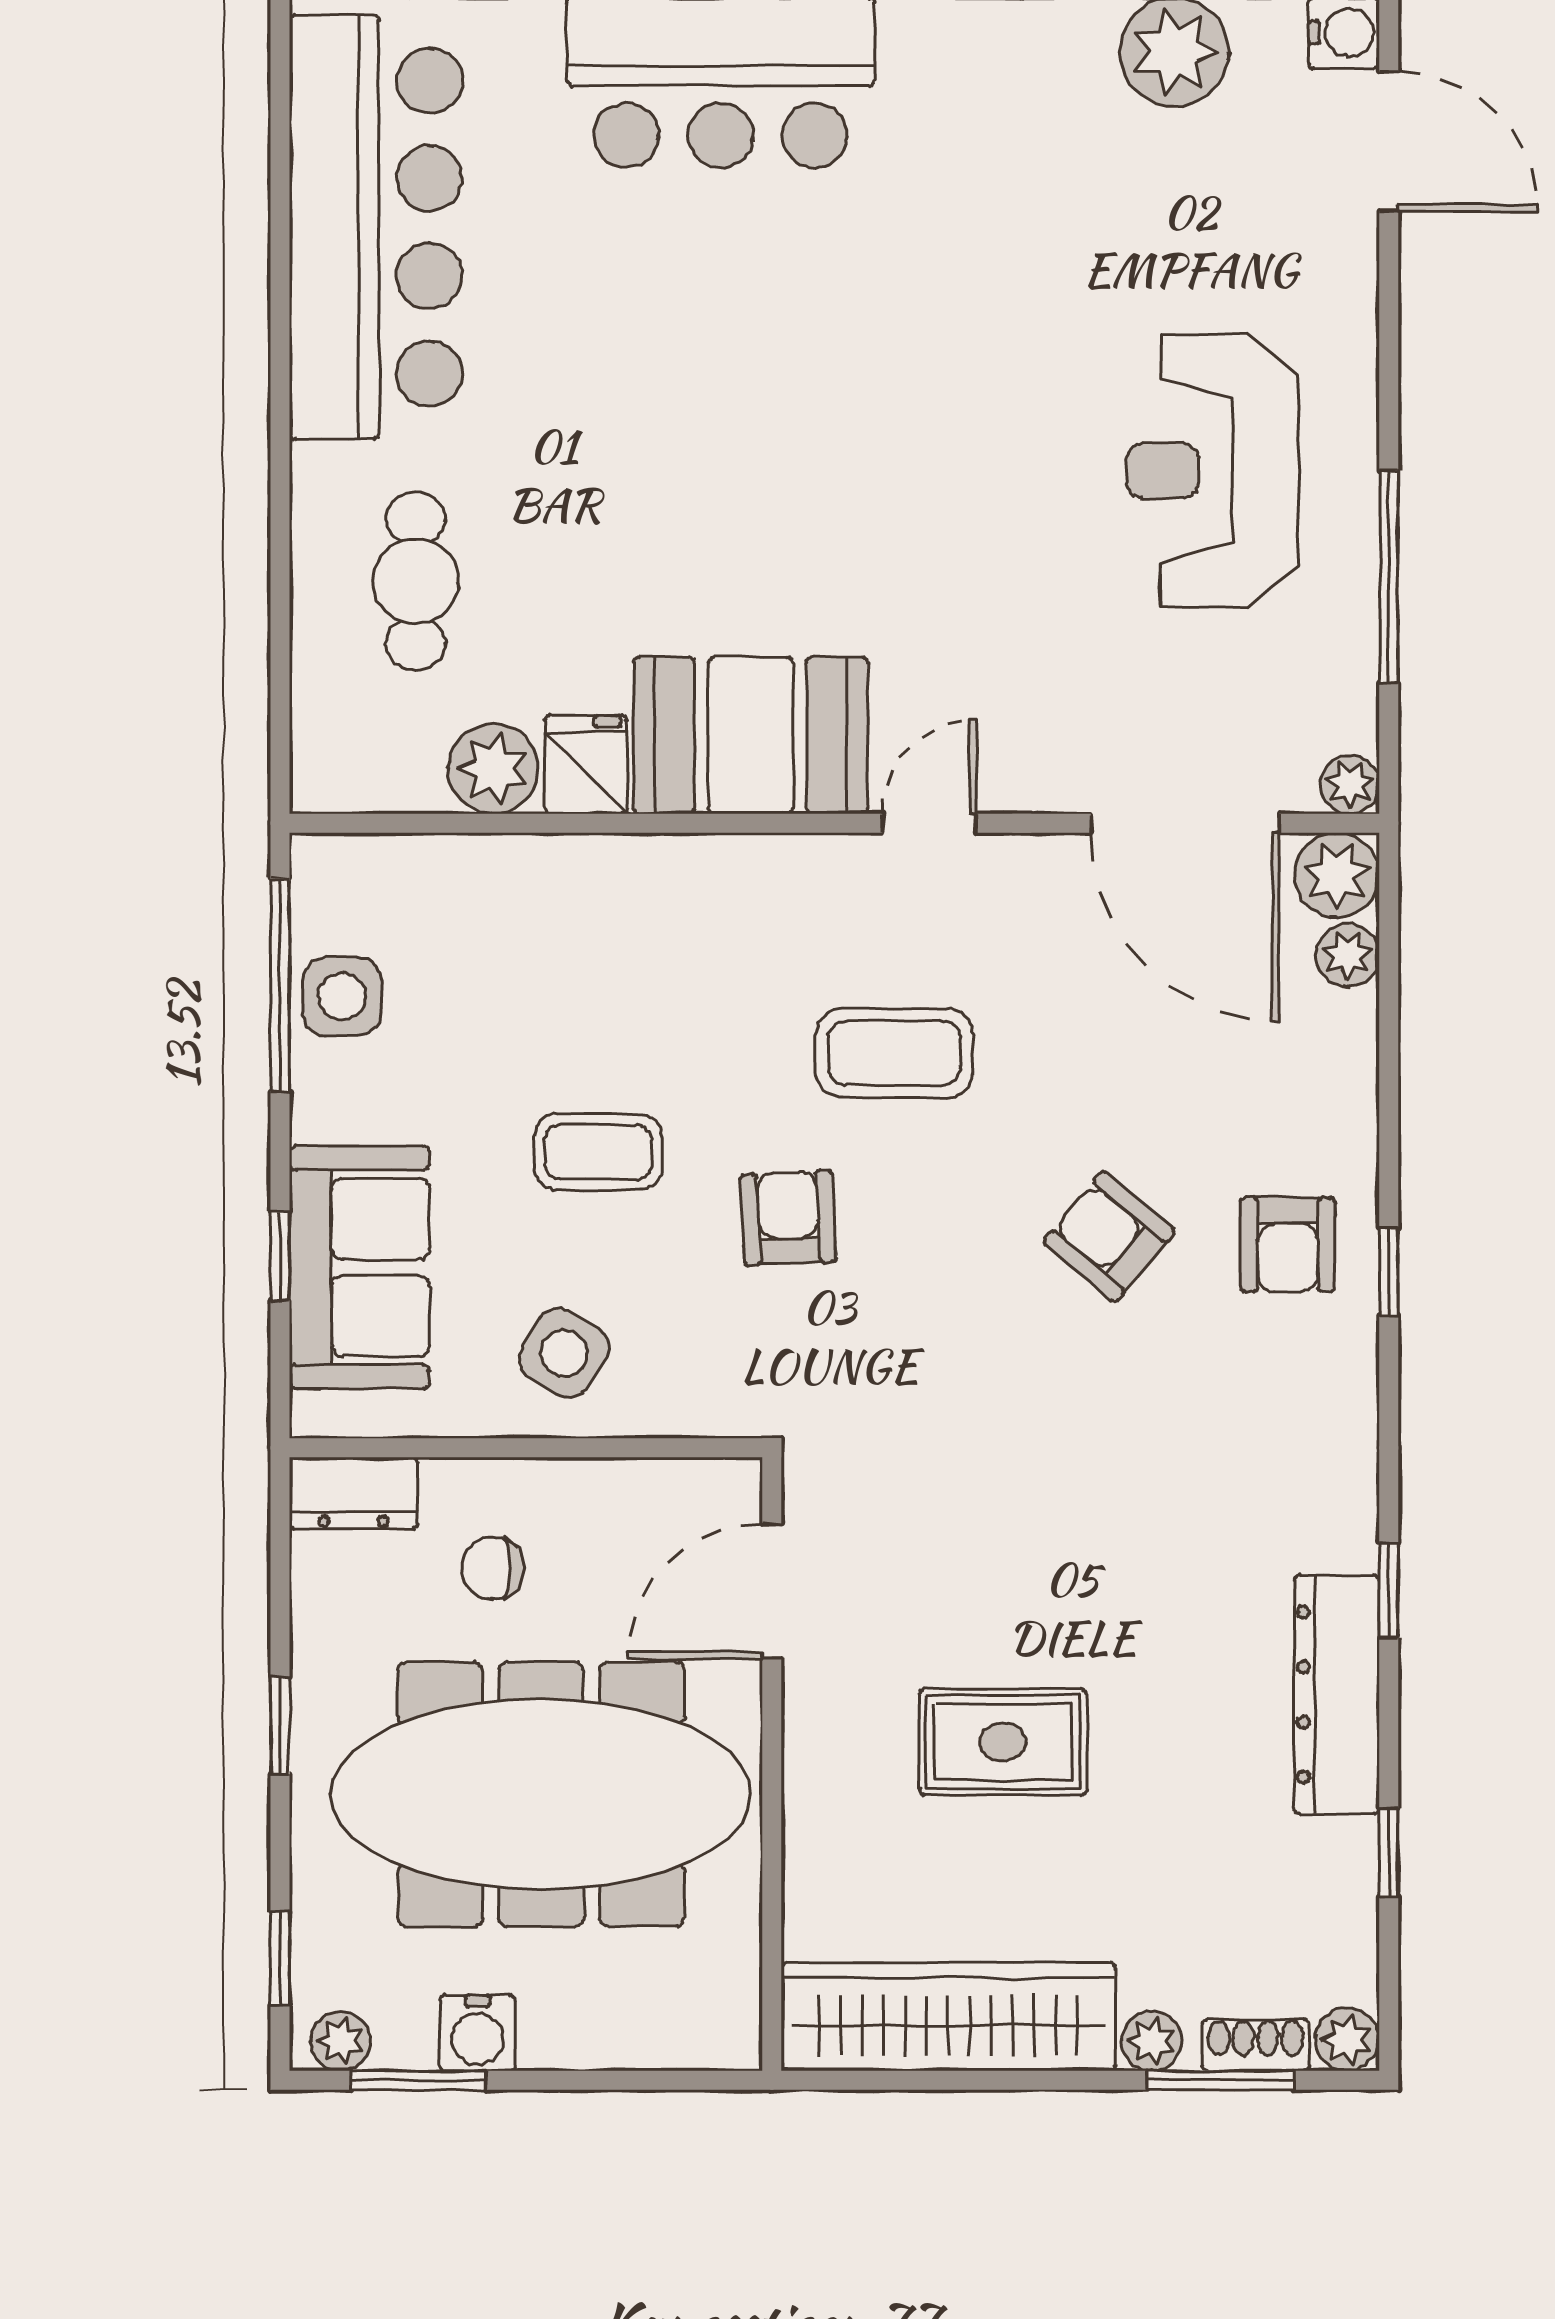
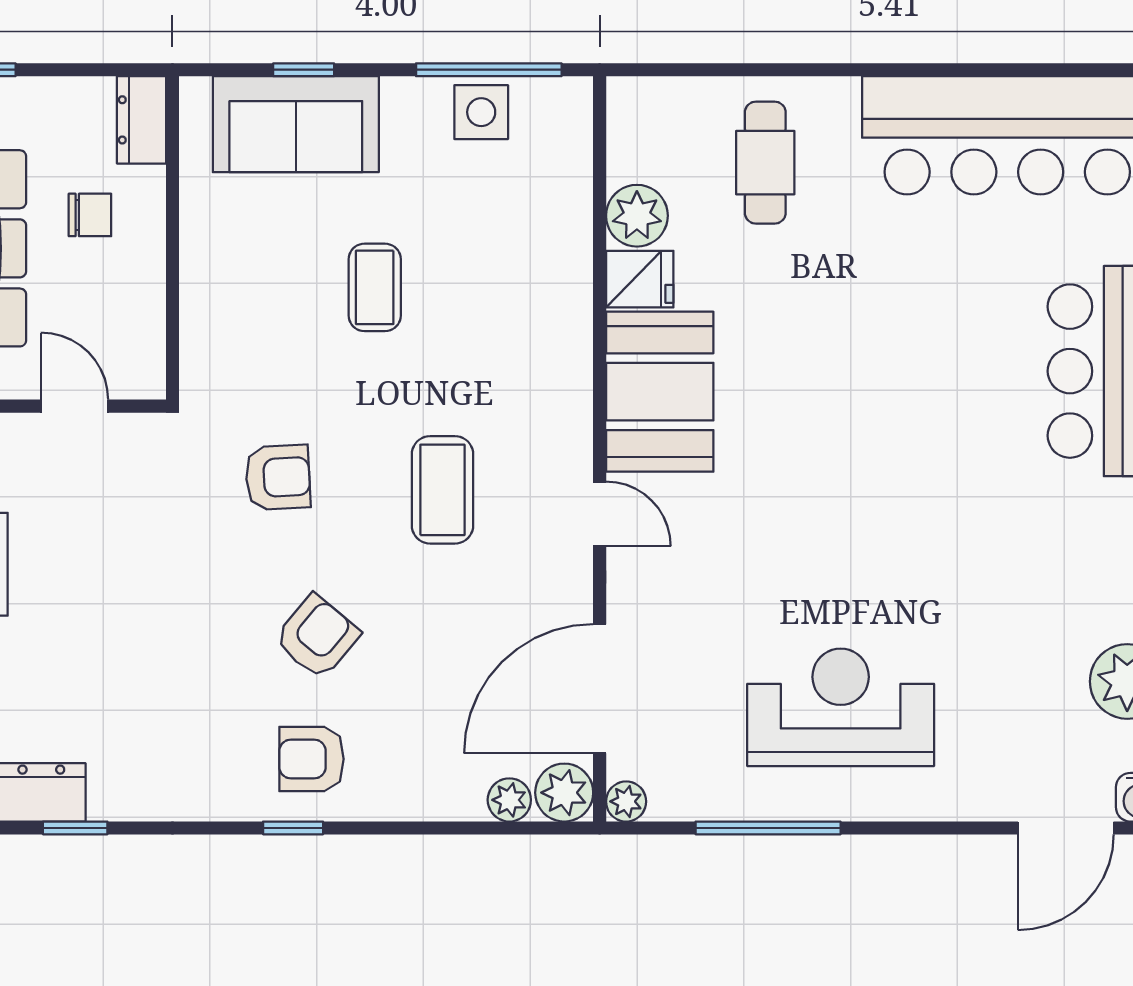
cafe table: (416, 581) -> (765, 163), turned 90
armchair: (788, 1218) -> (278, 477), moved
side table: (564, 1353) -> (237, 264), removed
chair: (492, 1568) -> (90, 215), turned 90
door: (772, 1591) -> (74, 406), width x0.73

